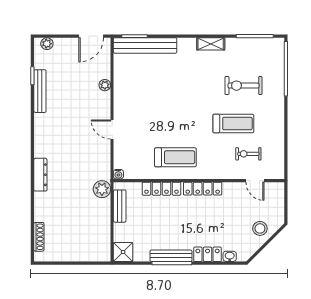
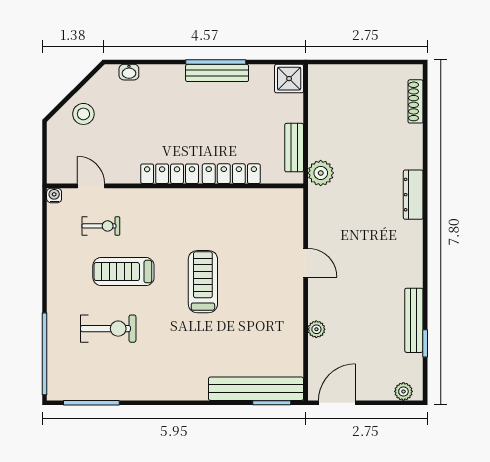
shelving: (211, 44) -> (157, 391), removed
treadmill: (175, 157) -> (203, 282), moved, turned 90
water cooler: (118, 174) -> (54, 195), moved
locker: (207, 254) -> (162, 75), removed

